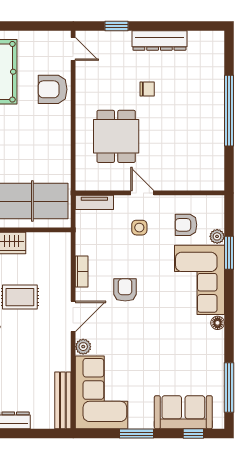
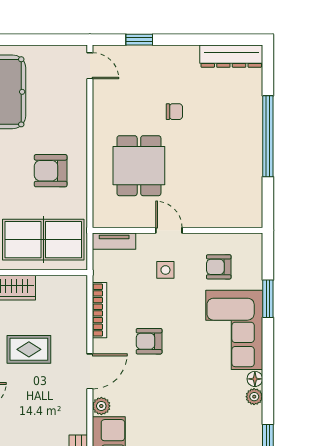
dresser: (159, 41) -> (231, 56), moved
armchair: (53, 89) -> (51, 171), moved
plant: (217, 236) -> (254, 397), moved
bookcase: (82, 271) -> (99, 310), width x1.56
armchair: (125, 290) -> (149, 341), turned -90

